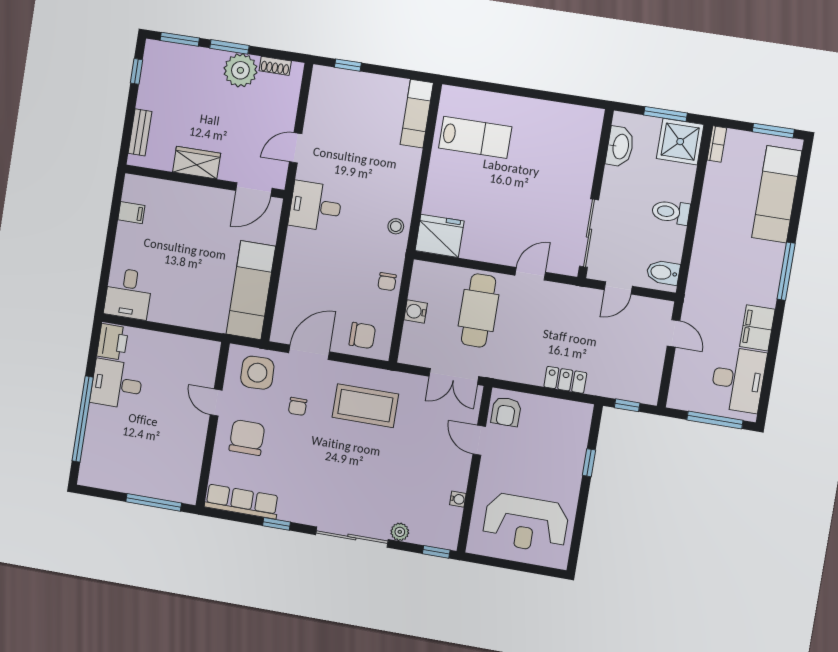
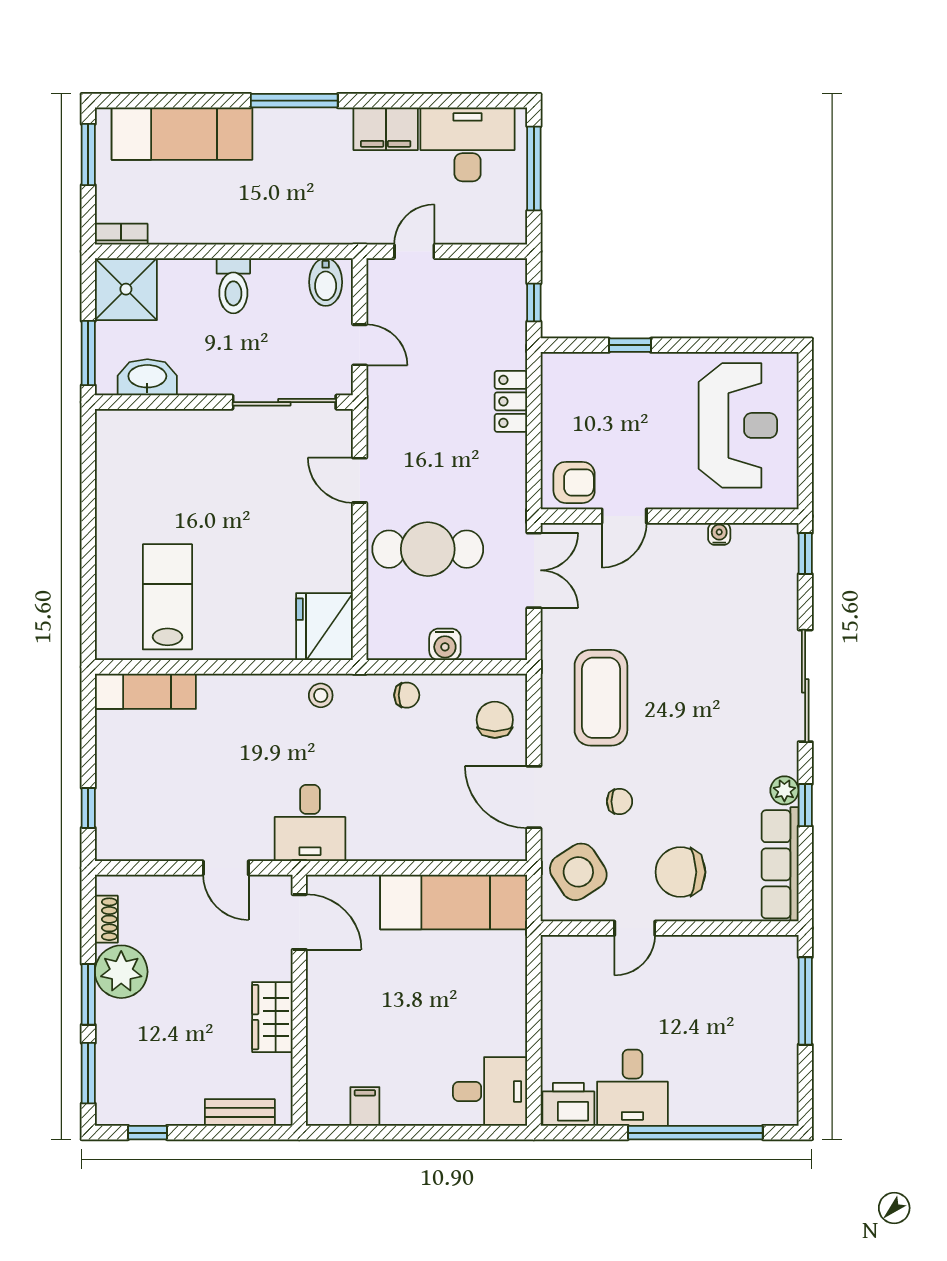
window: (666, 114) -> (88, 353), moved
side table: (257, 373) -> (578, 872), turned -31
plant: (400, 532) -> (784, 790), moved

